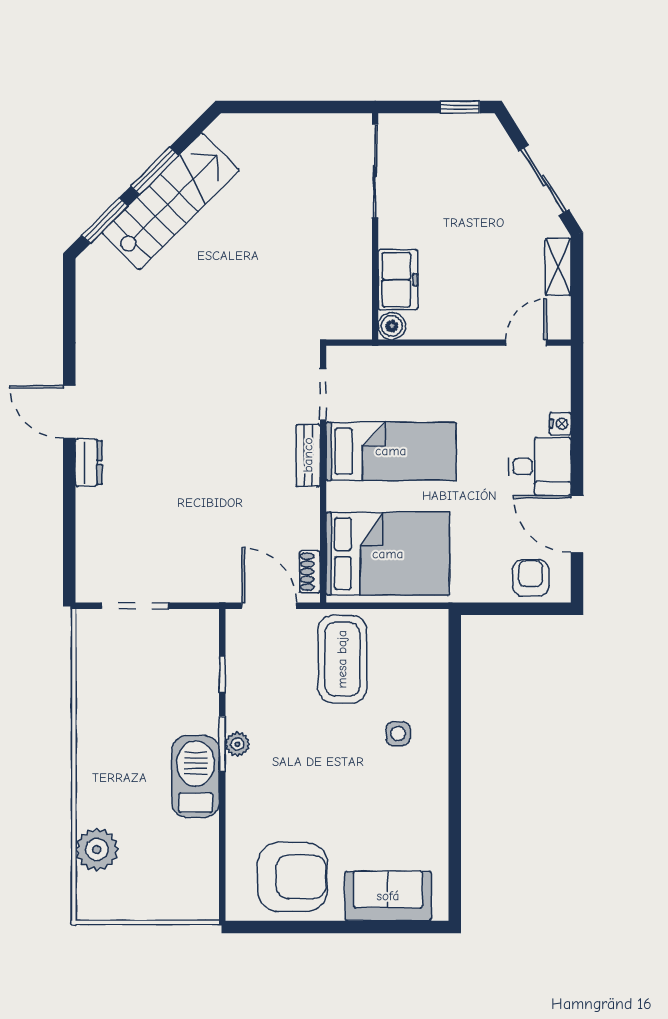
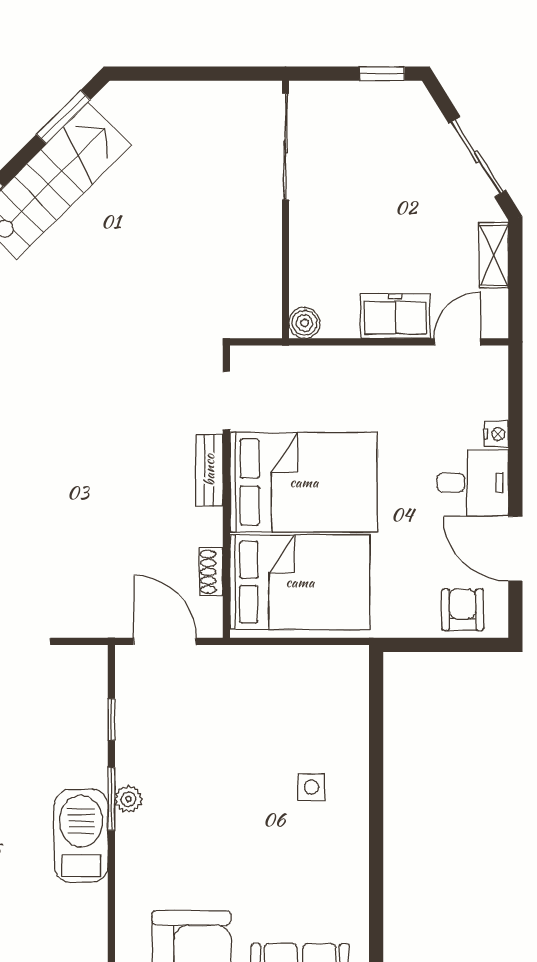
window: (154, 171) -> (63, 117), moved
freezer: (398, 280) -> (395, 316), moved, turned -90
bed: (391, 451) -> (304, 482), width x1.50
shoe rack: (310, 572) -> (211, 572), moved
coffee table: (342, 659) -> (248, 702), removed

